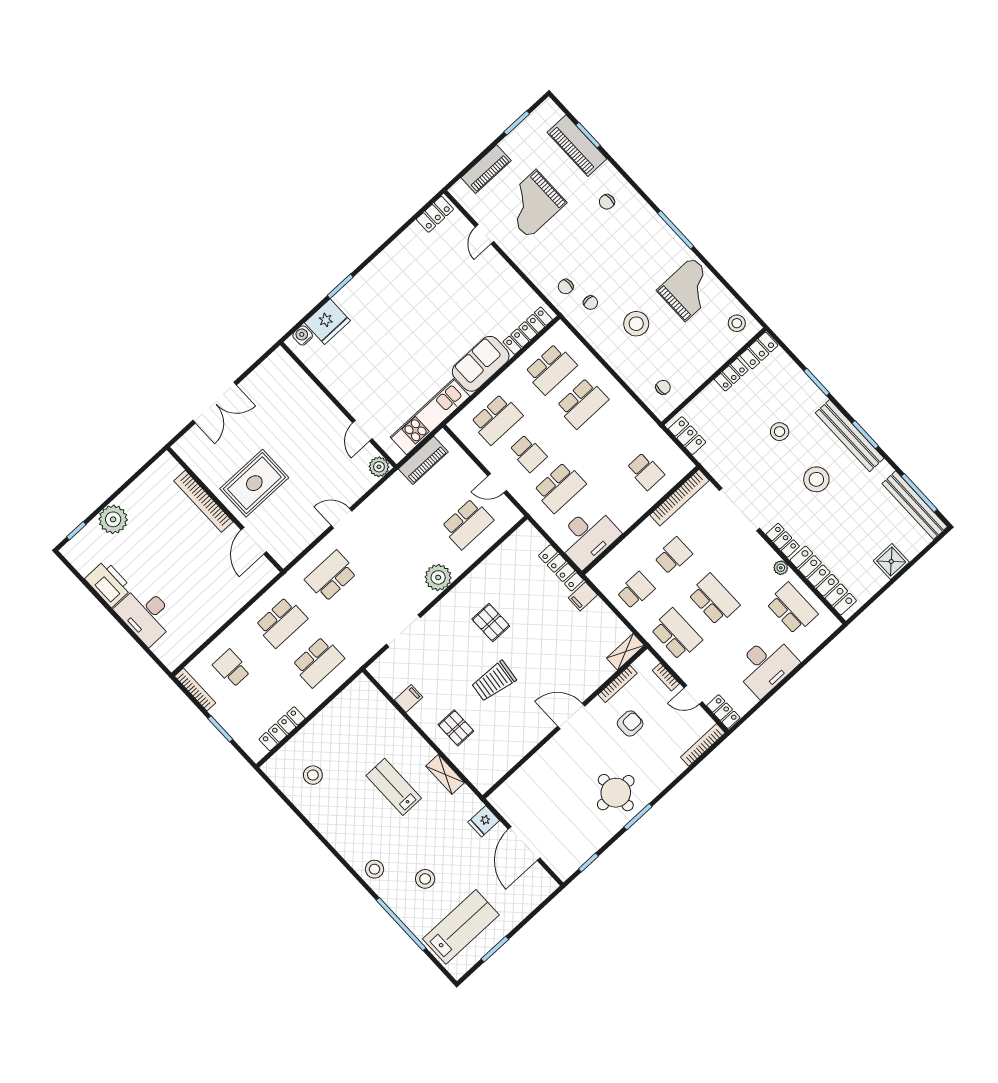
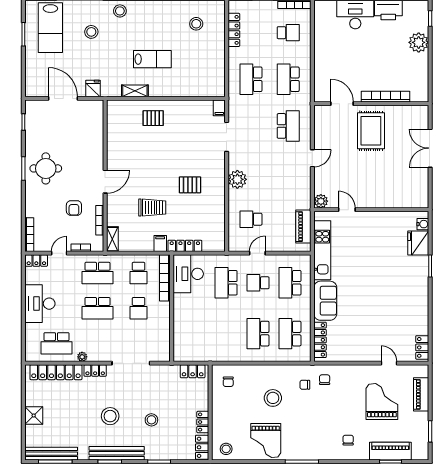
school desk: (645, 471) -> (194, 334), removed
bookcase: (680, 498) -> (165, 278), moved
school desk: (467, 524) -> (251, 219), width x0.54
trolley: (494, 681) -> (152, 207), moved, turned 83
filing cabinet: (409, 699) -> (219, 108), moved

